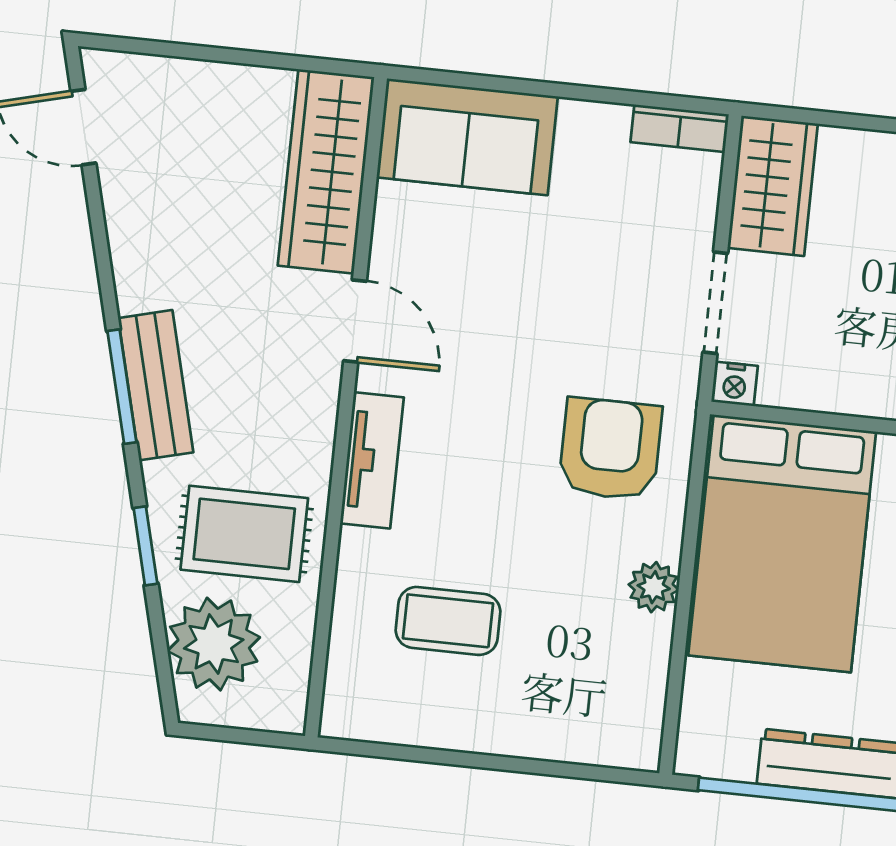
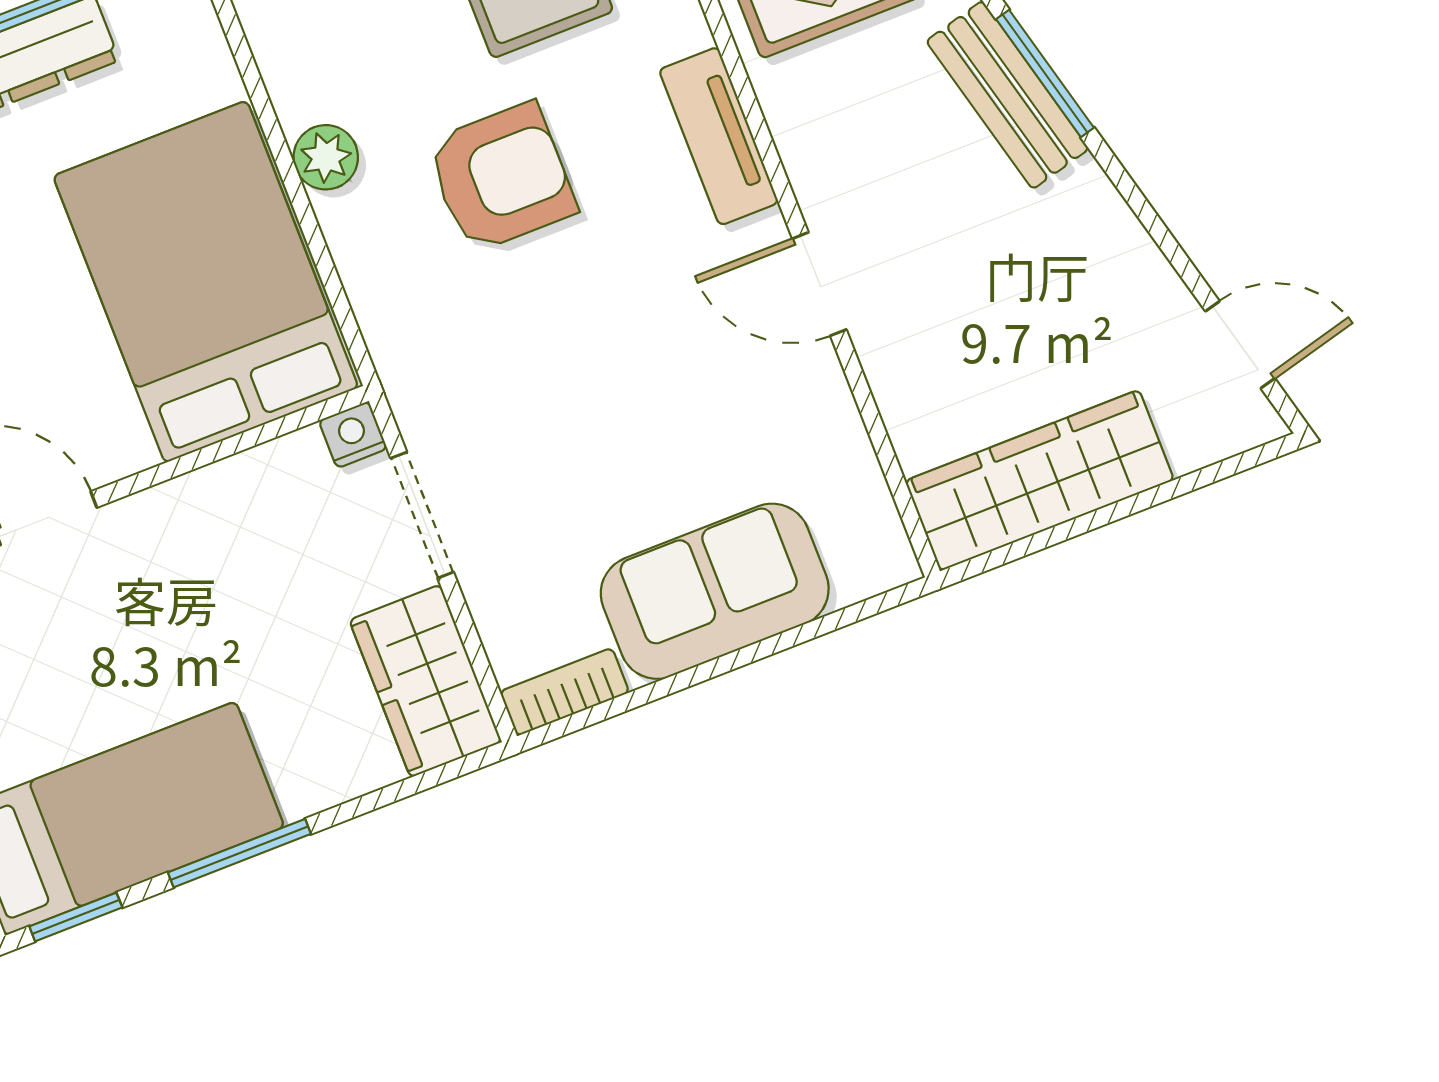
sofa: (467, 137) -> (715, 591), moved
wardrobe: (326, 171) -> (1040, 480), moved, turned -90
armchair: (610, 449) -> (501, 177), moved, turned -90

